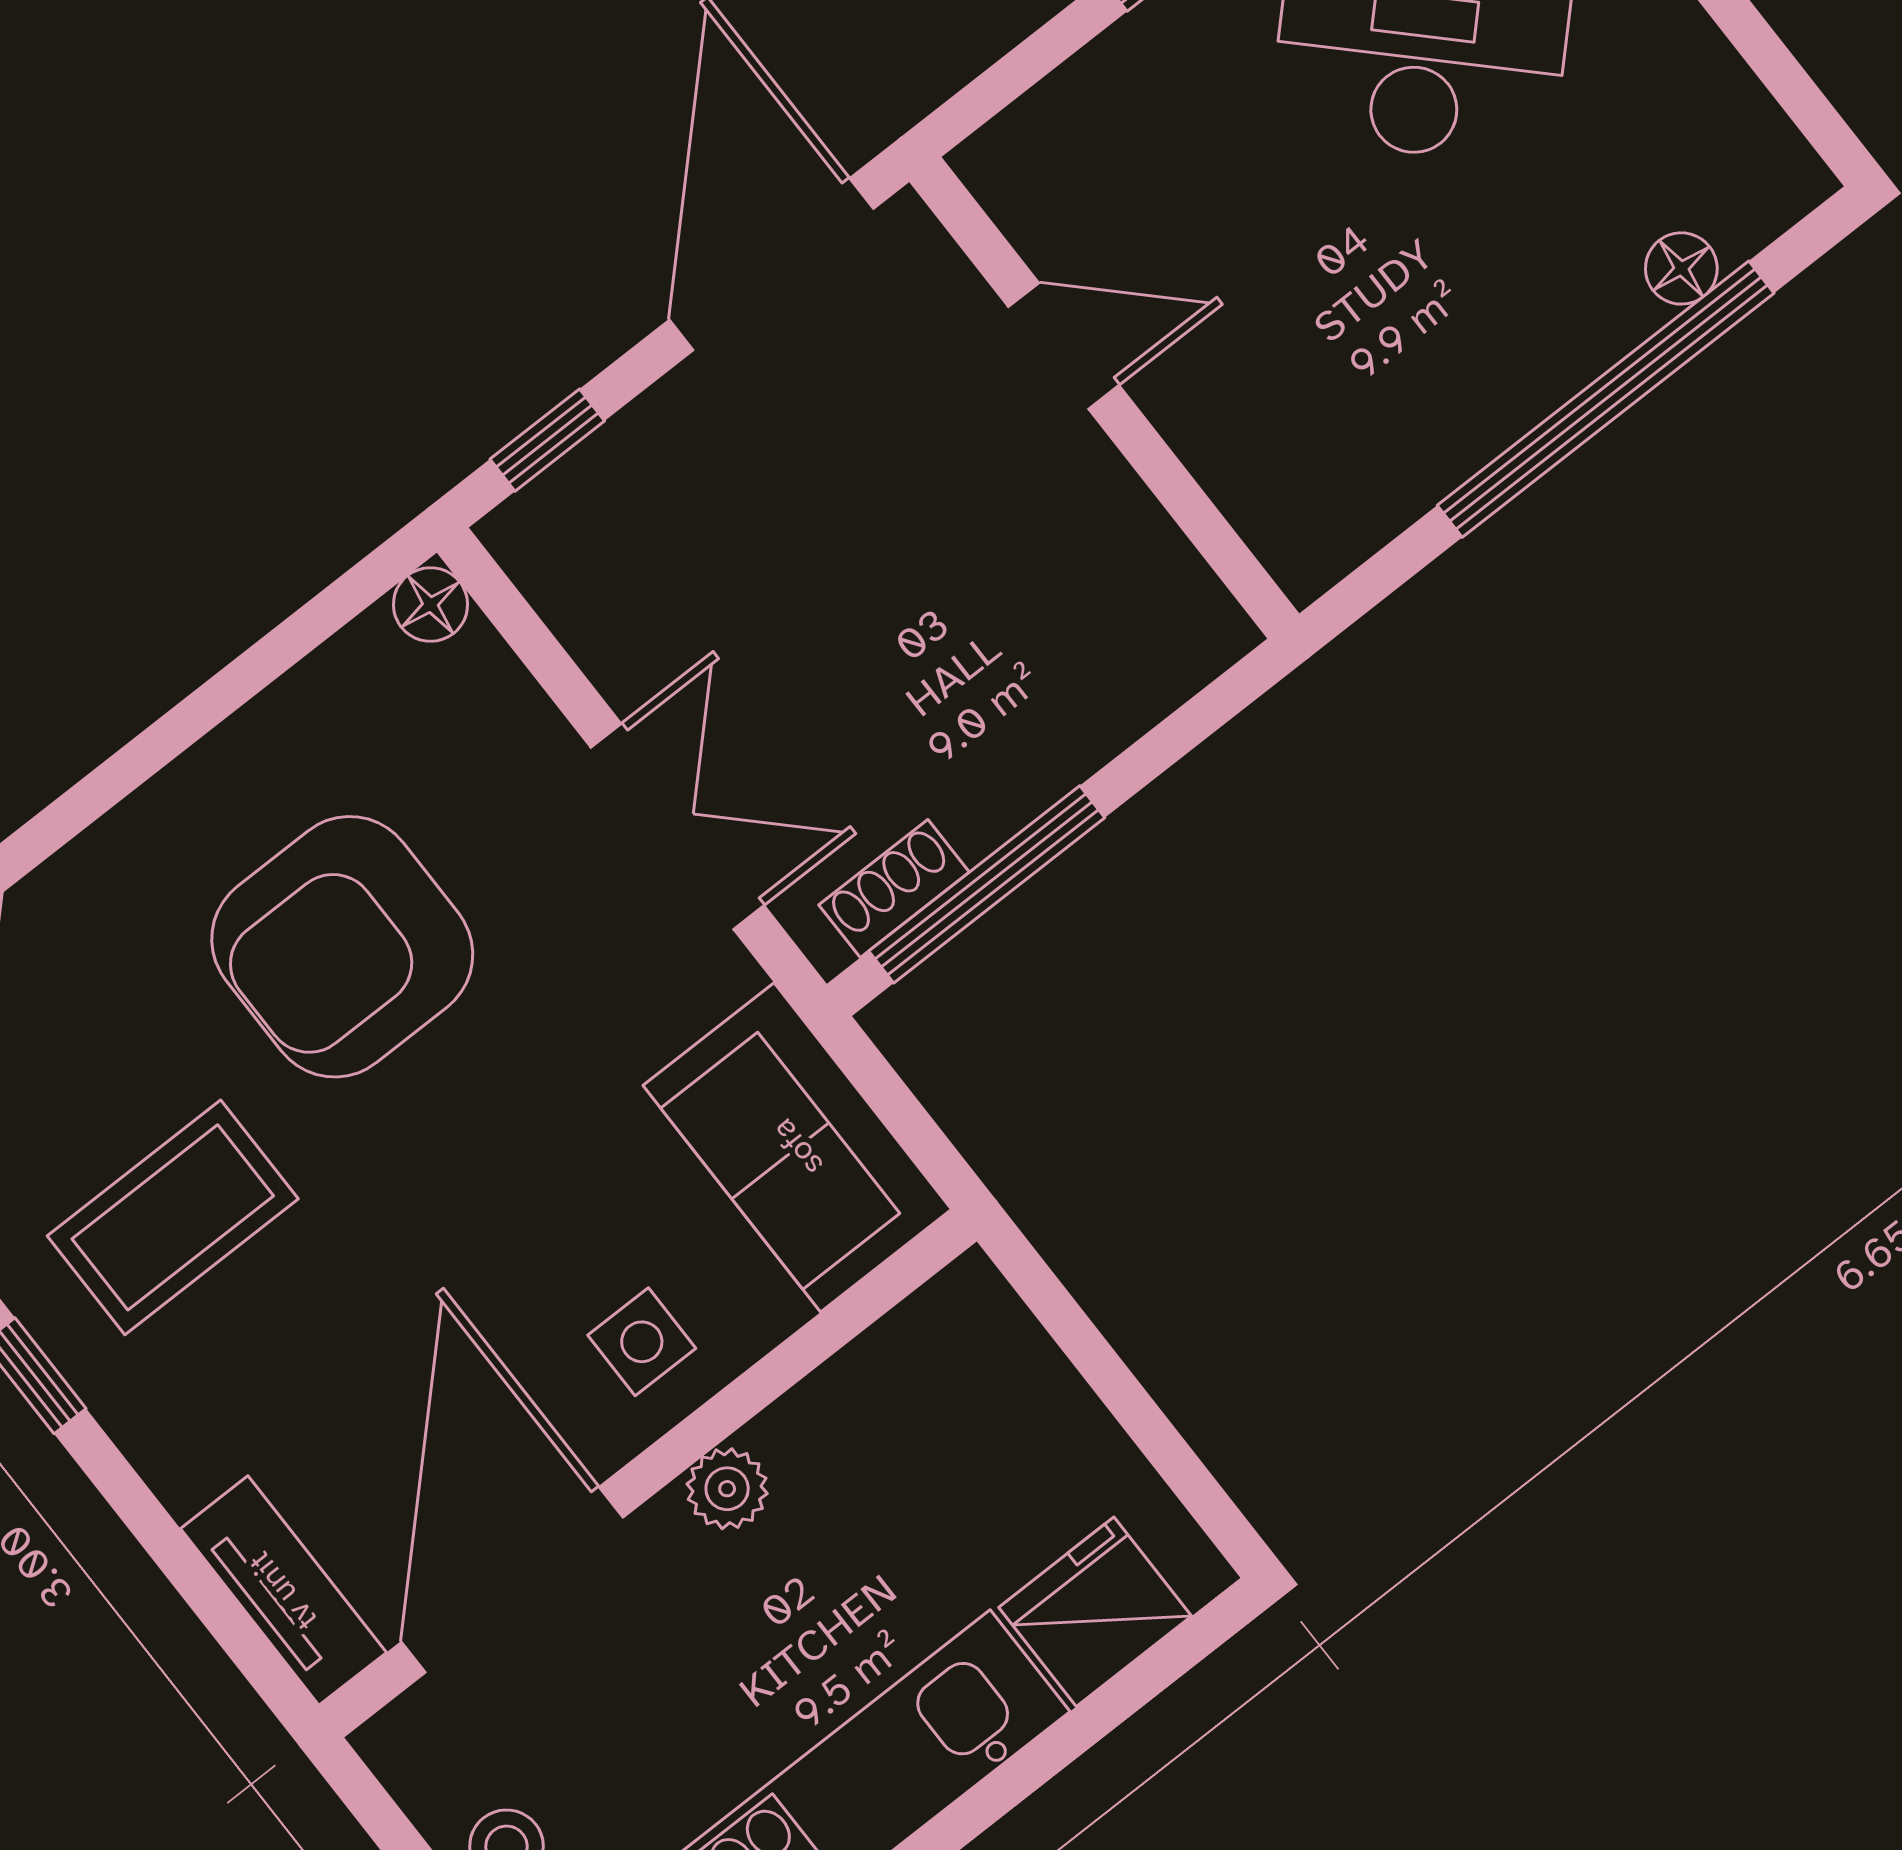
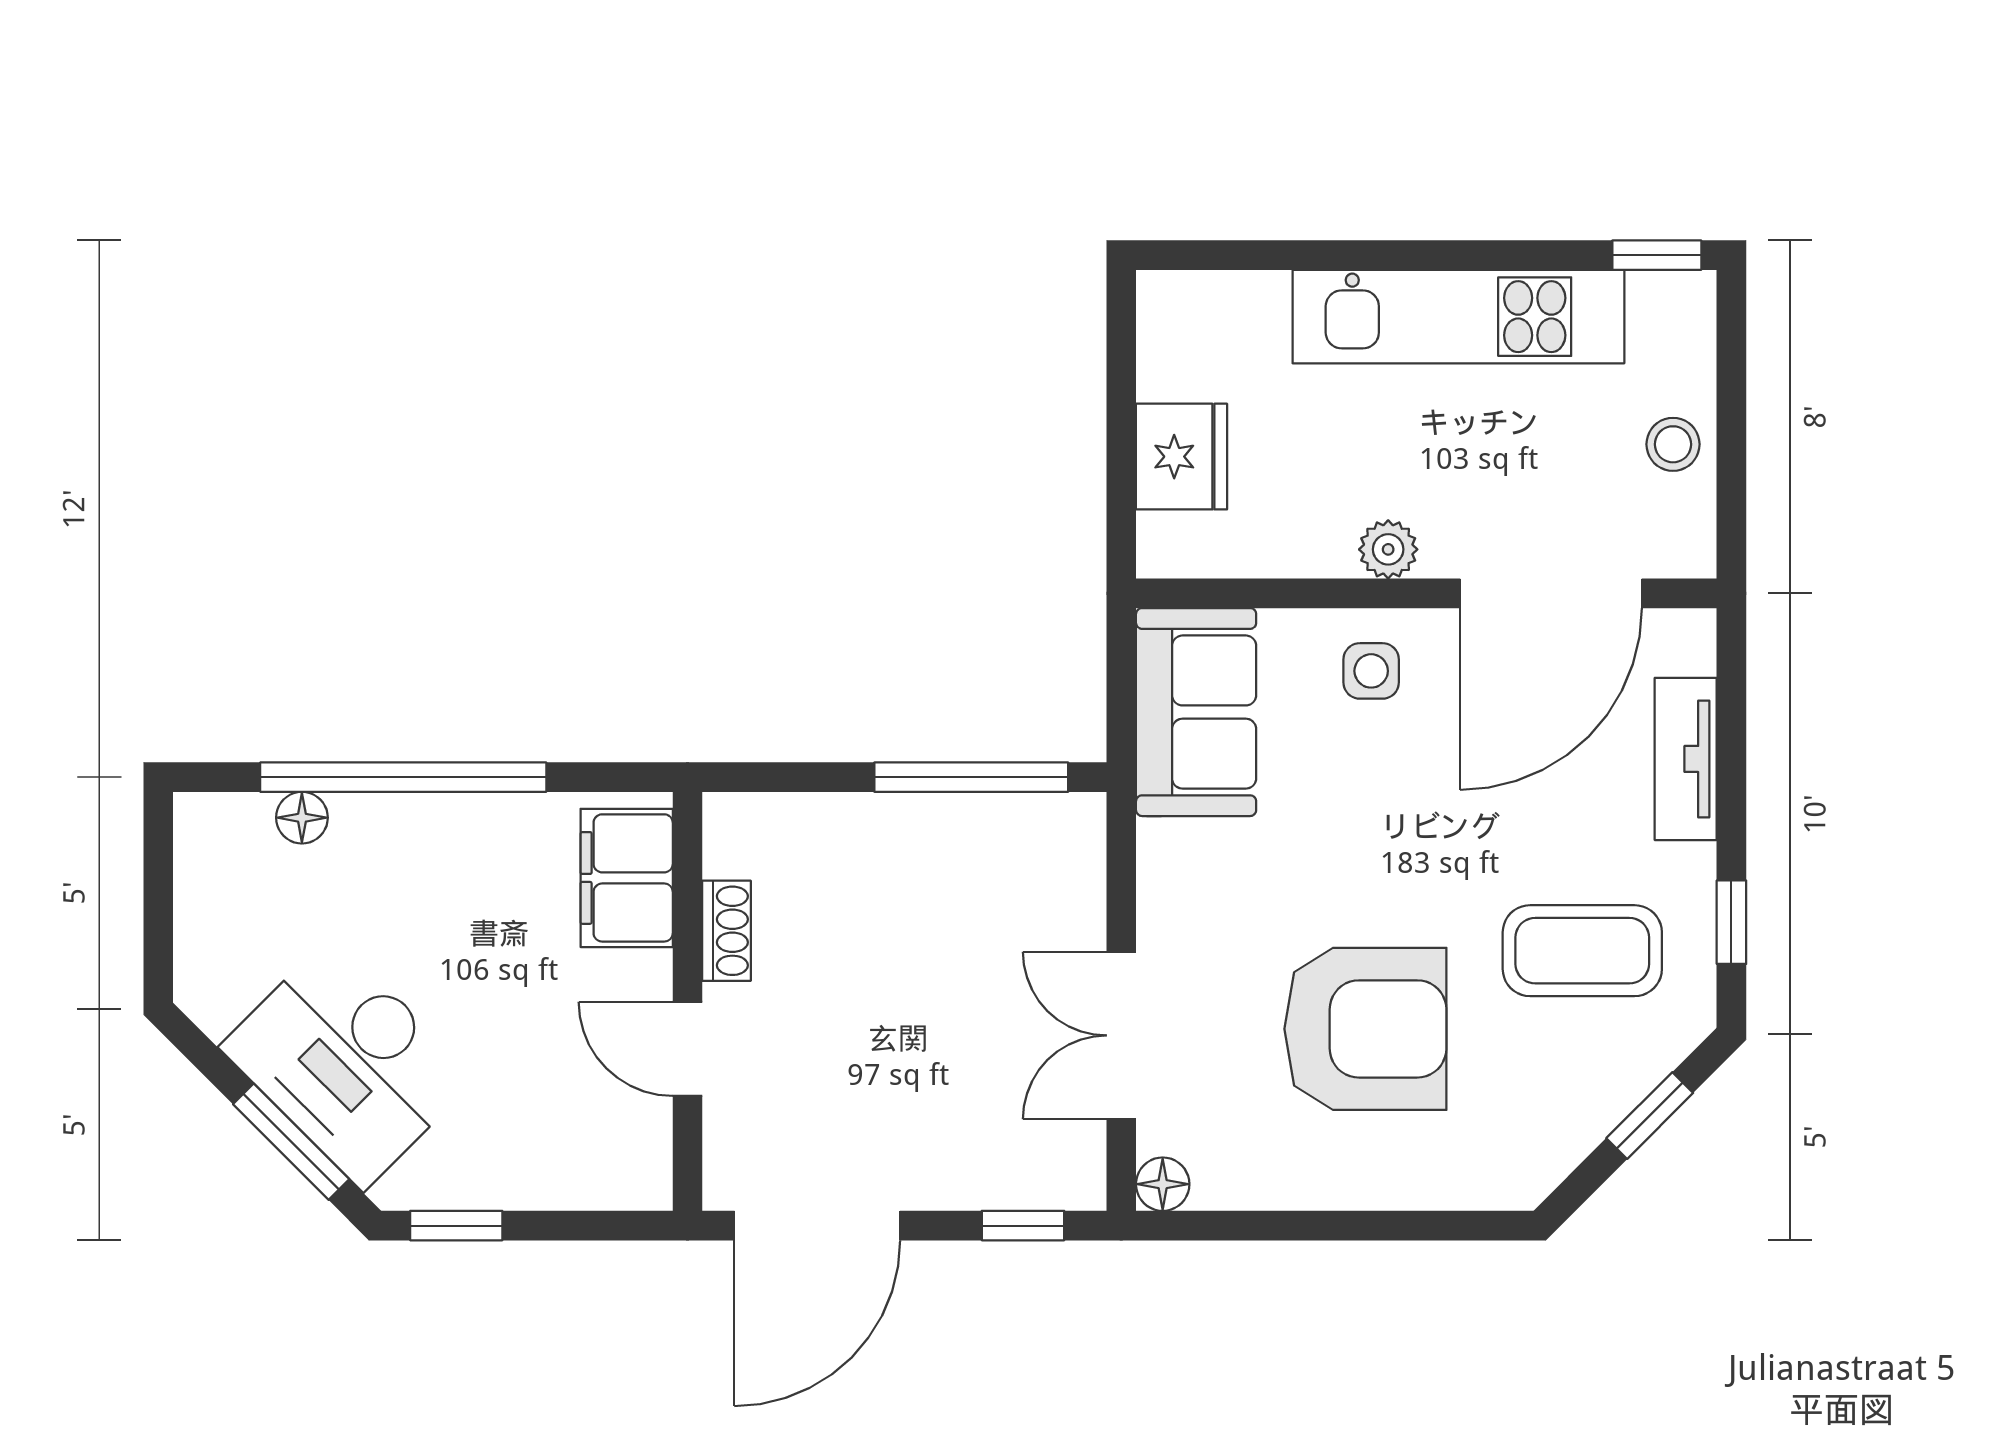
filing cabinet: (1276, 480) -> (627, 878), added
double door: (677, 826) -> (1121, 1035), moved
shoe rack: (894, 888) -> (727, 931), moved, turned -90
tv unit: (283, 1591) -> (1686, 759), moved
fridge: (1095, 1612) -> (1181, 457), moved, turned -90

